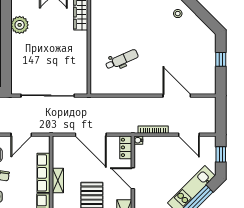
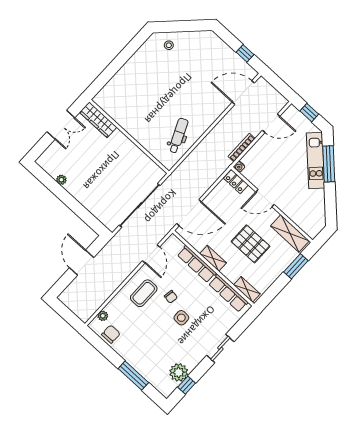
plant: (20, 25) -> (61, 180), width x0.53, depth x0.53
window: (221, 59) -> (245, 53), moved
dental chair: (122, 60) -> (178, 136), moved
door: (177, 96) -> (243, 93), moved
door: (91, 135) -> (189, 213), moved

